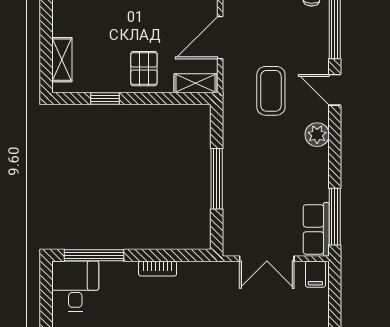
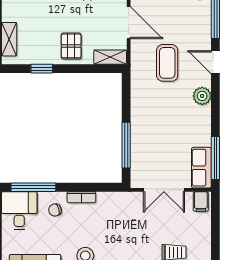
door: (220, 38) -> (129, 23), swing flipped
window: (217, 179) -> (126, 145), moved
chair: (123, 285) -> (55, 210), added

